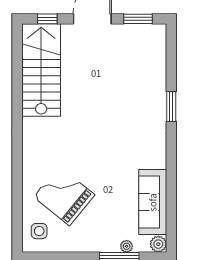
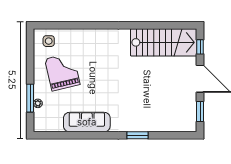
grand piano: (64, 196) -> (62, 72), moved, turned -52
sofa: (153, 202) -> (87, 122), moved
plant: (158, 244) -> (39, 126), removed

